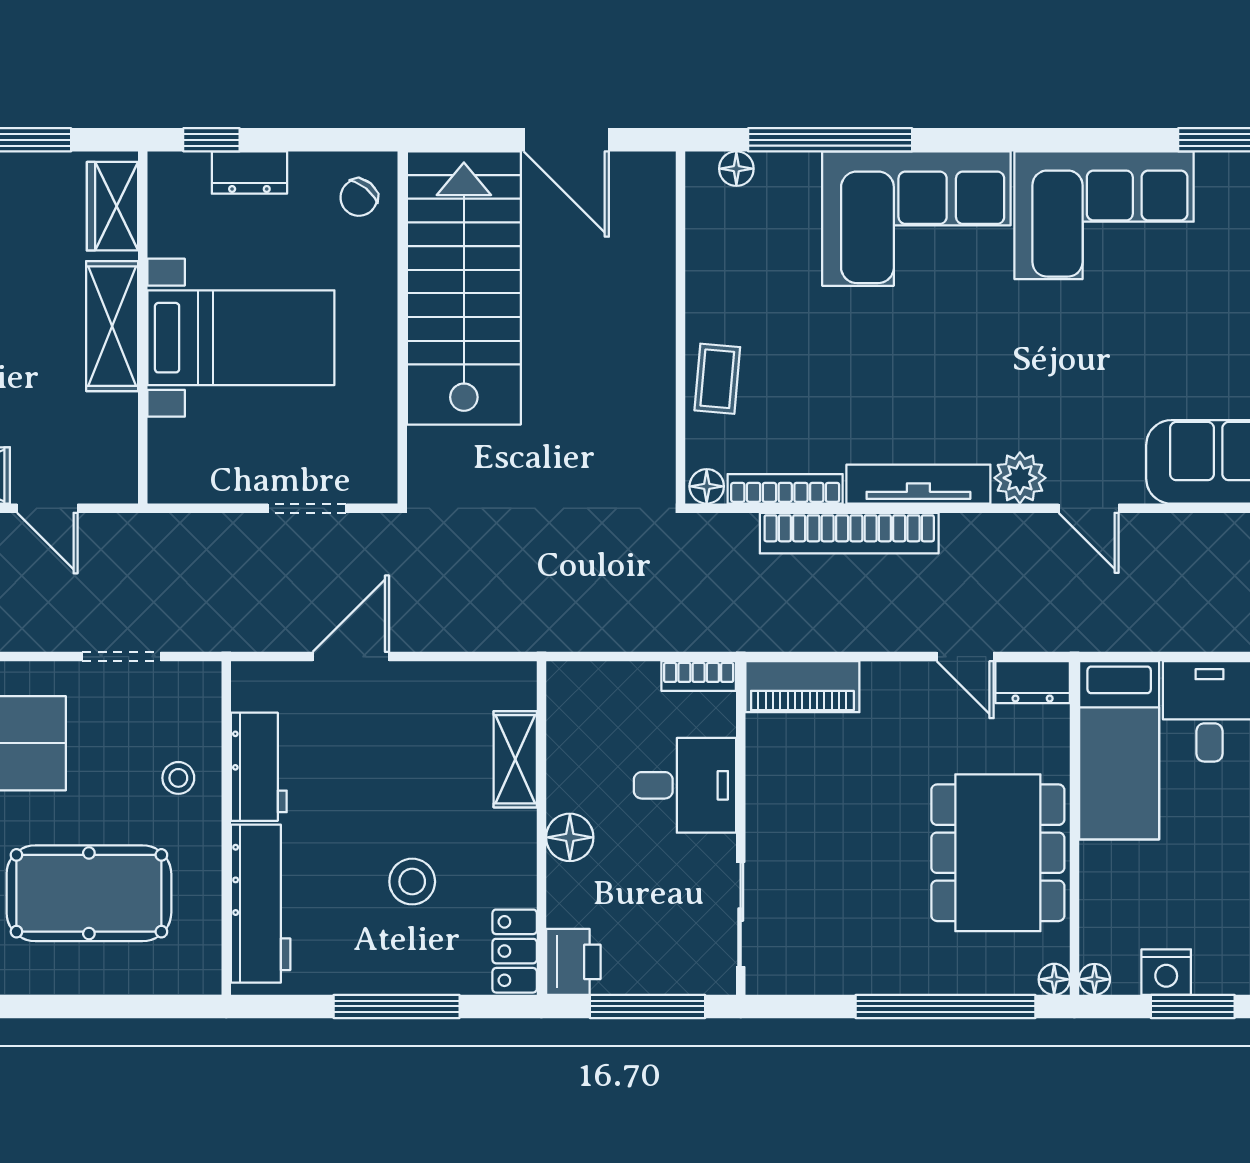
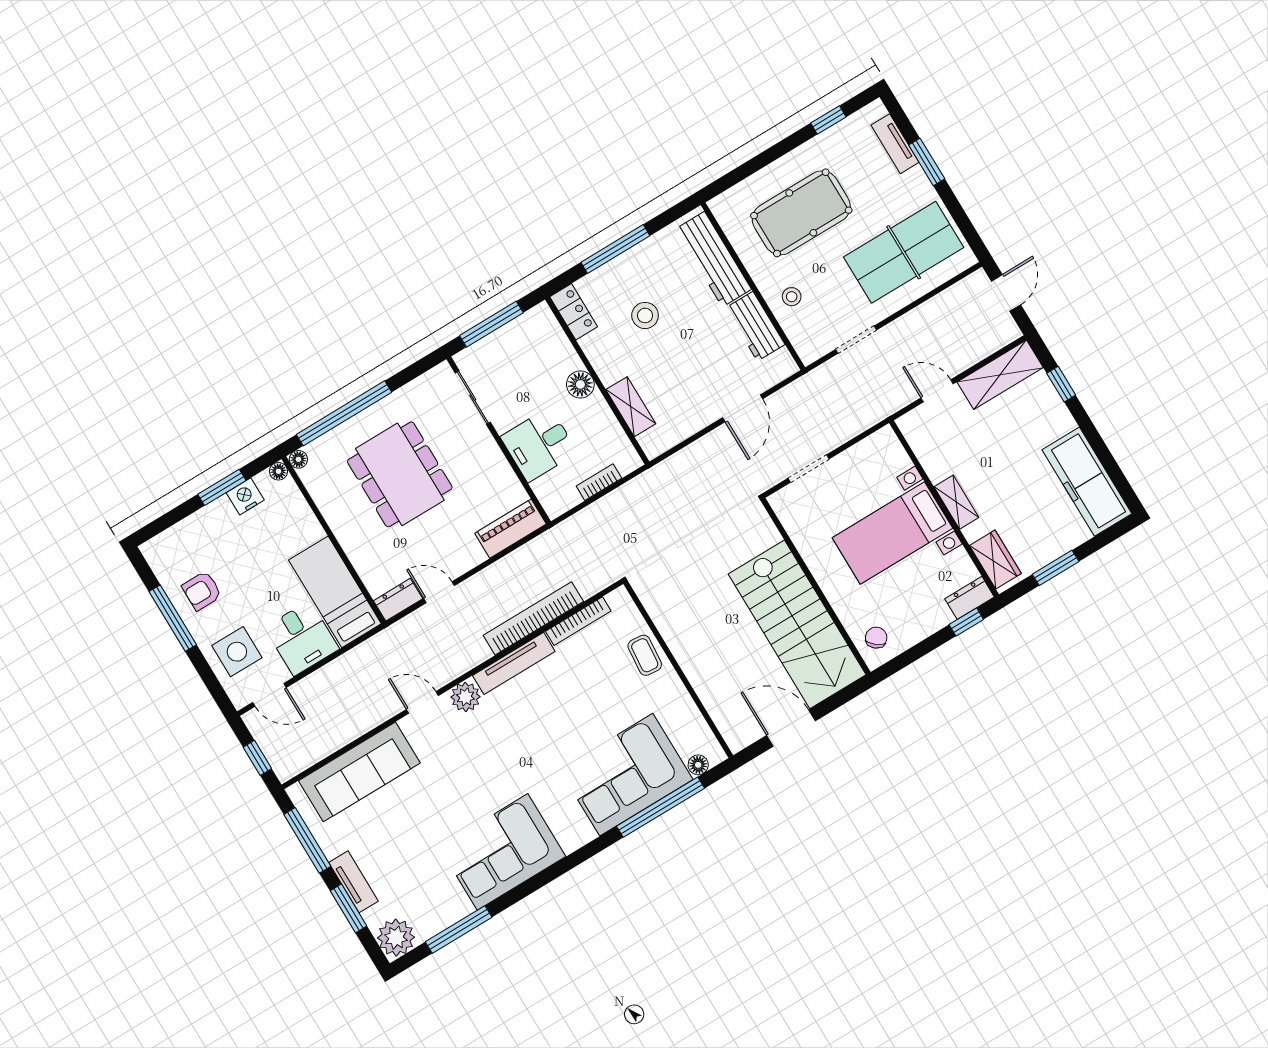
dresser: (249, 172) -> (970, 598), moved
corner sofa: (916, 219) -> (626, 775), moved
shelving: (112, 326) -> (956, 502), width x0.67, depth x0.75
floor lamp: (707, 486) -> (618, 599), removed
bookcase: (699, 676) -> (599, 482), moved
dining table: (998, 853) -> (400, 474), moved
printer: (573, 962) -> (541, 324), removed

